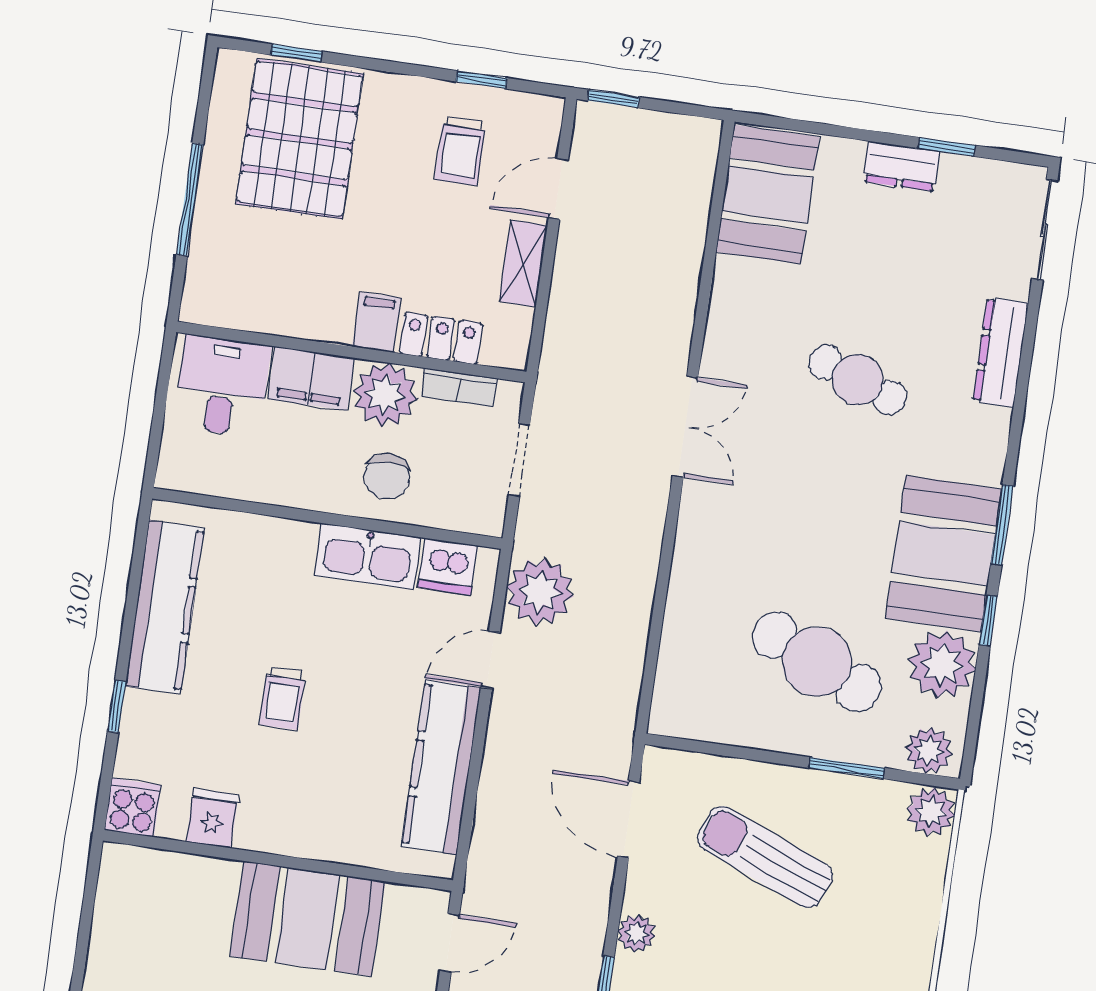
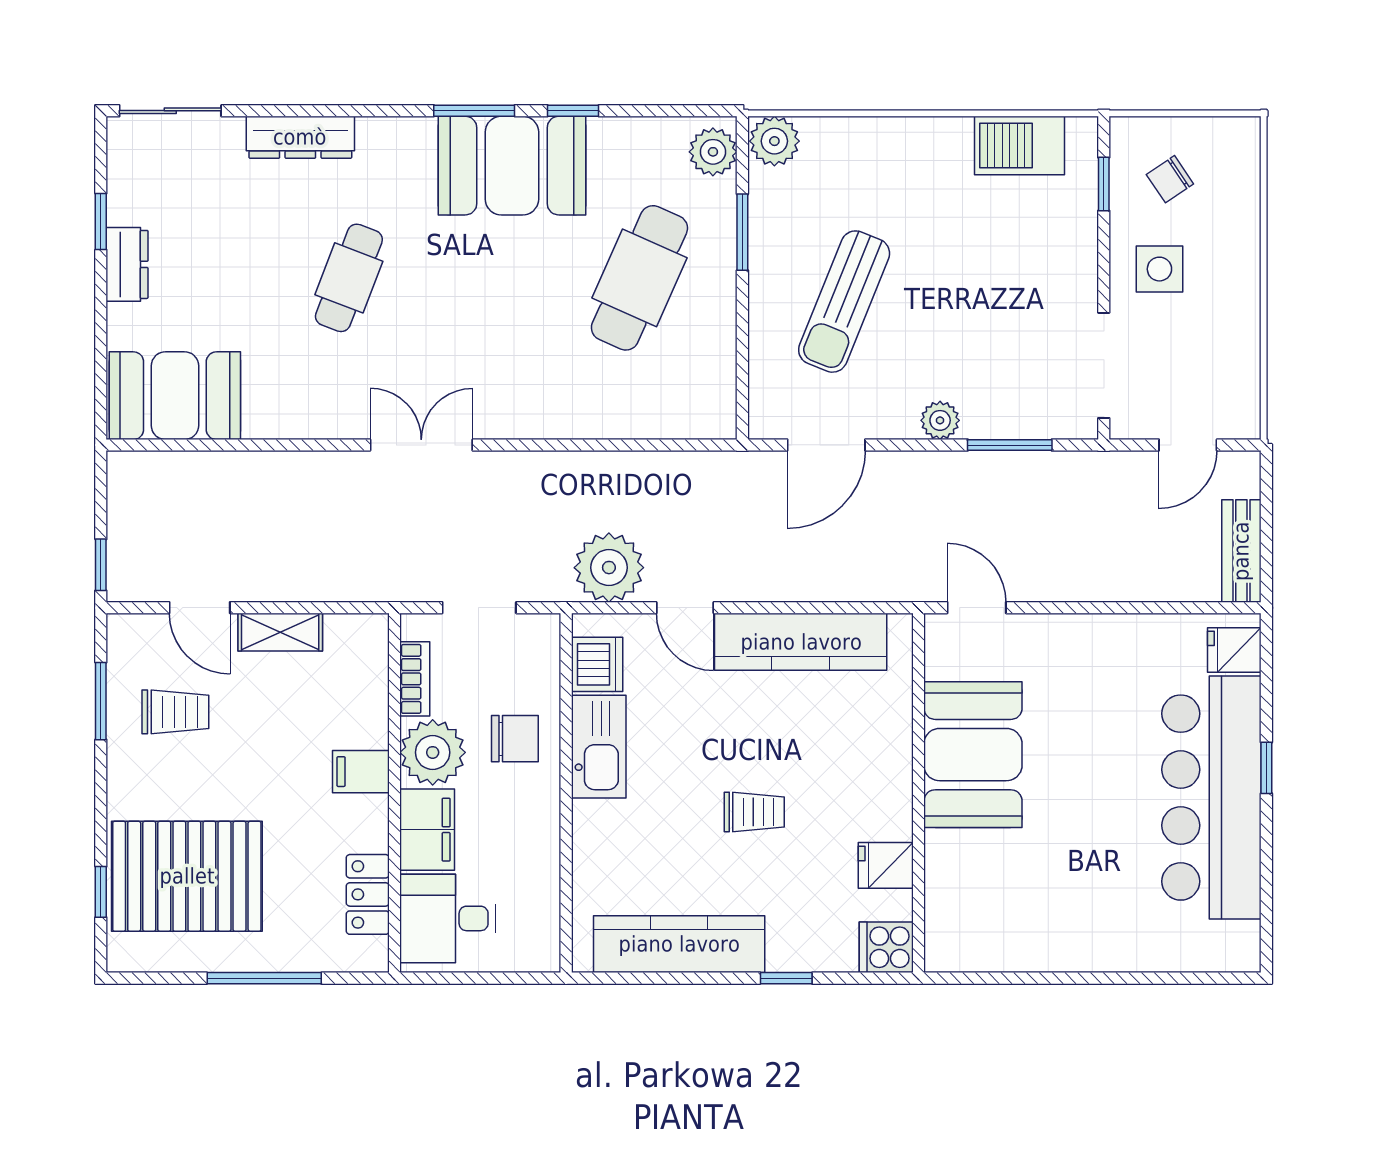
window: (481, 80) -> (101, 701), width x1.50
locker: (441, 338) -> (368, 894), moved
plant: (942, 665) -> (624, 151), removed

